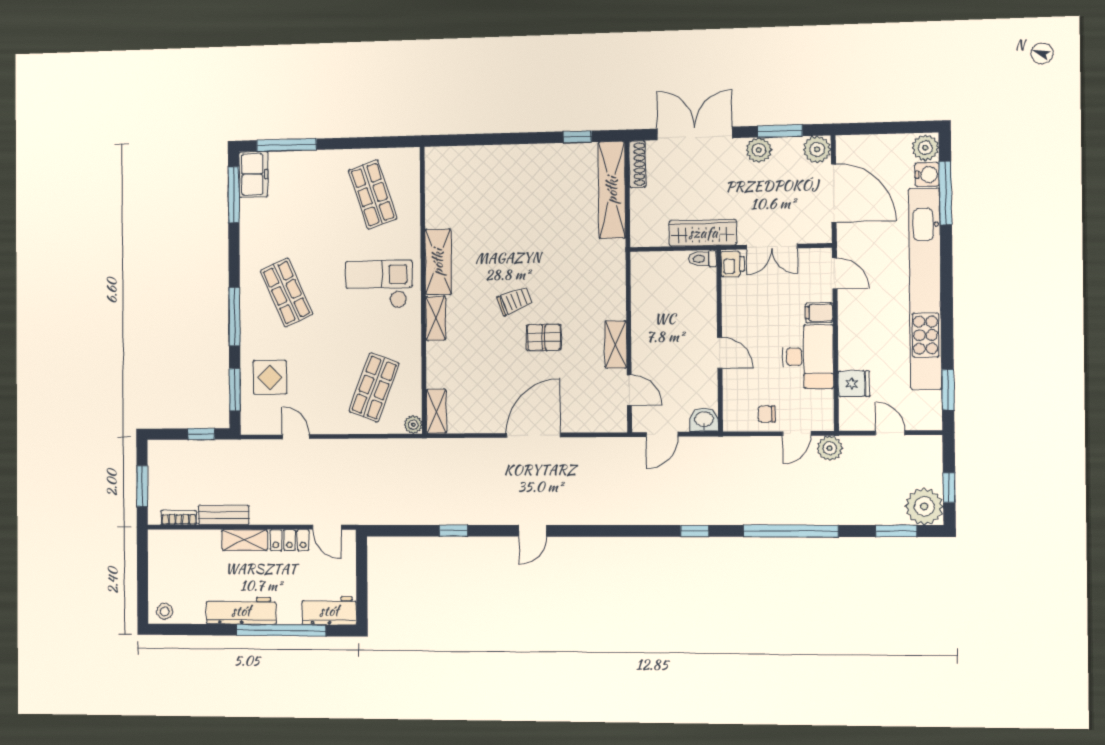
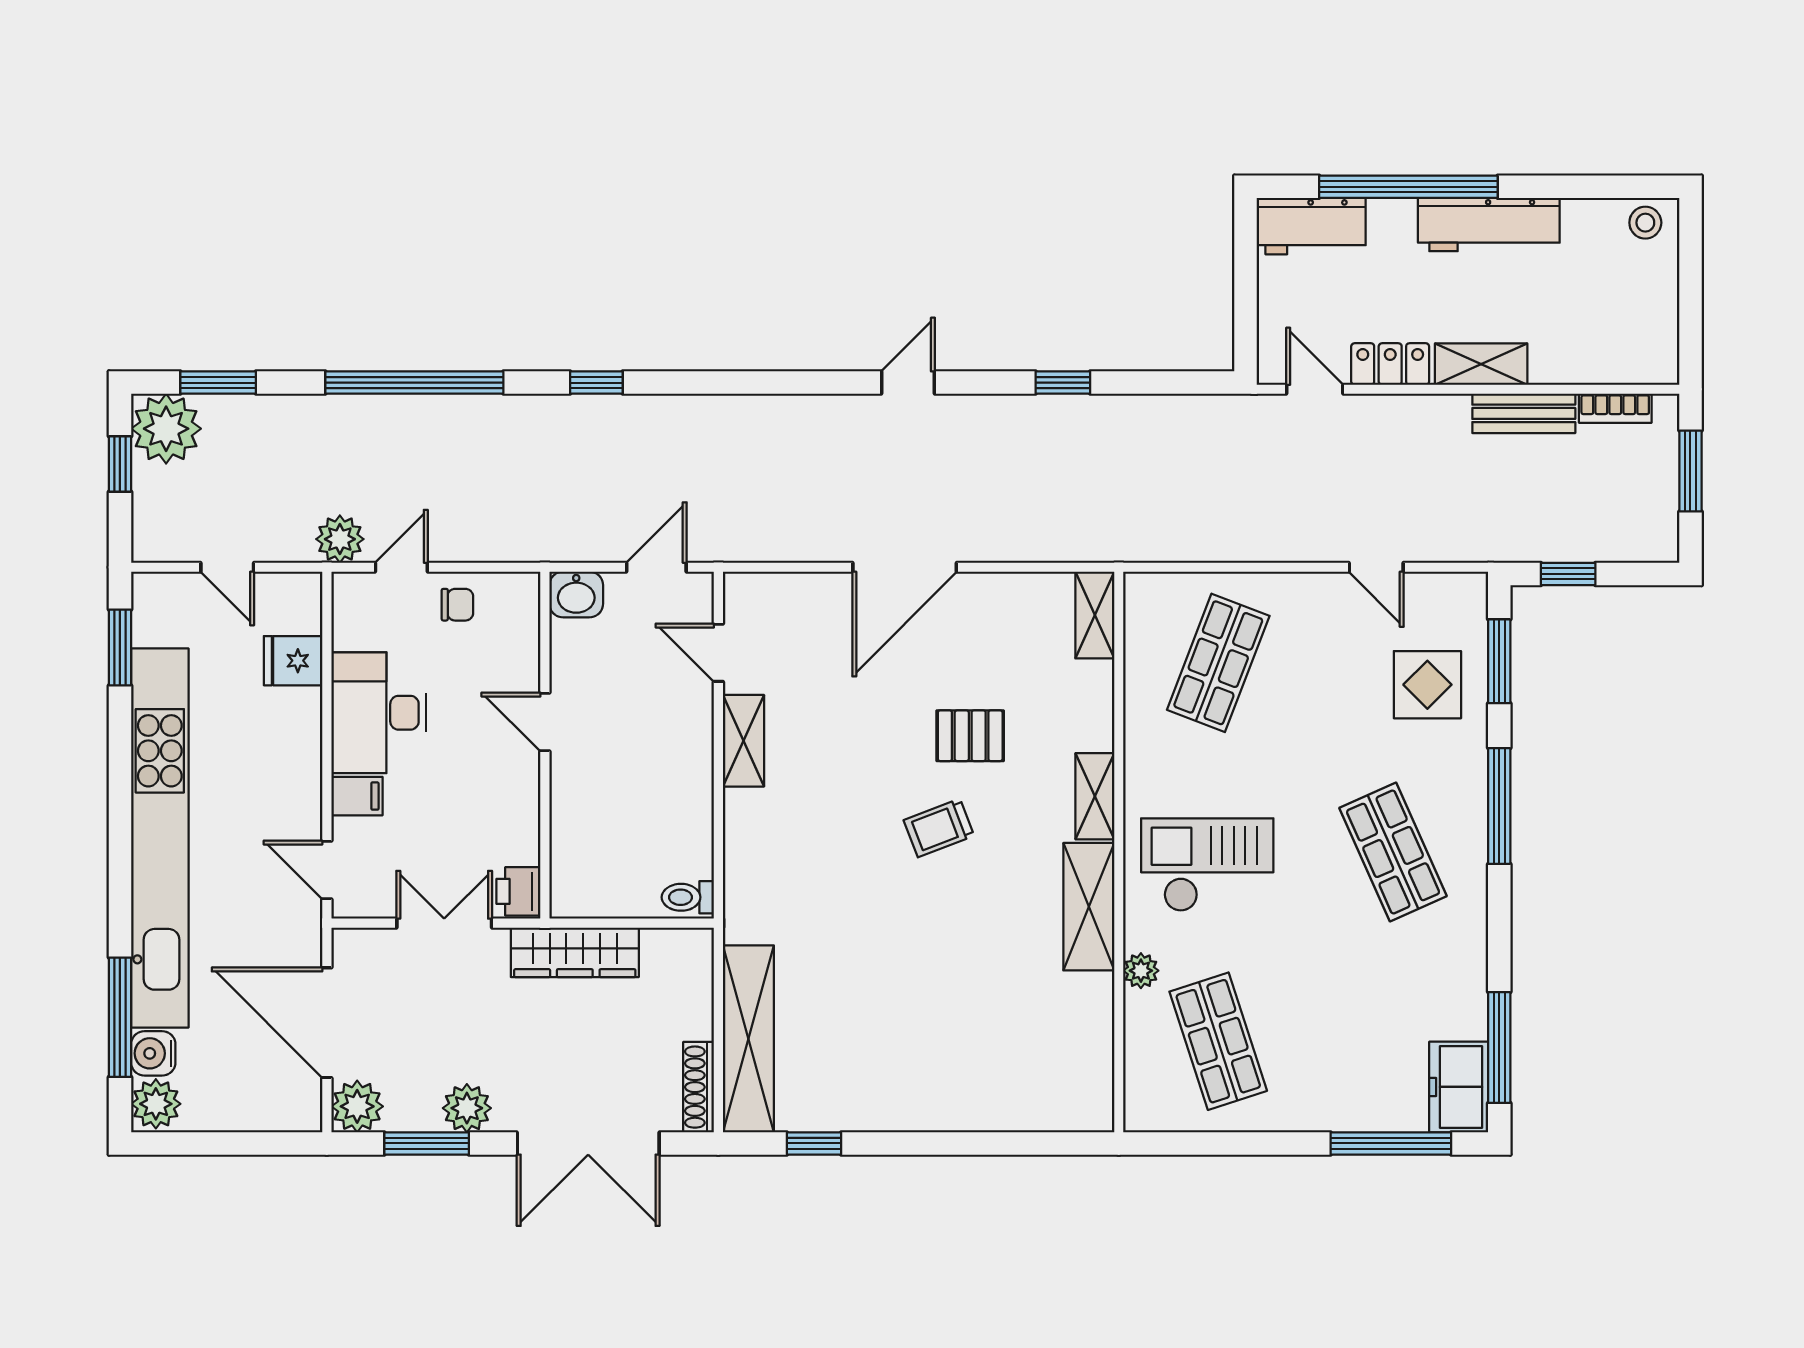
toilet: (703, 259) -> (688, 897), moved, turned 180
checkout: (379, 284) -> (1207, 865), turned 180
pallet: (544, 337) -> (970, 736), moved
plant: (413, 425) -> (1141, 971), moved

